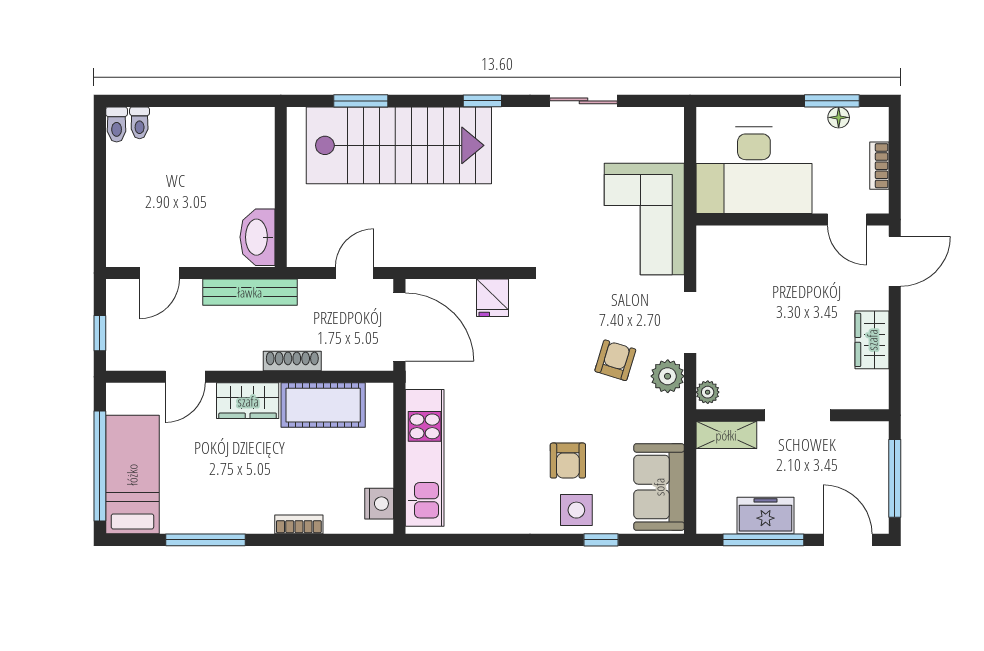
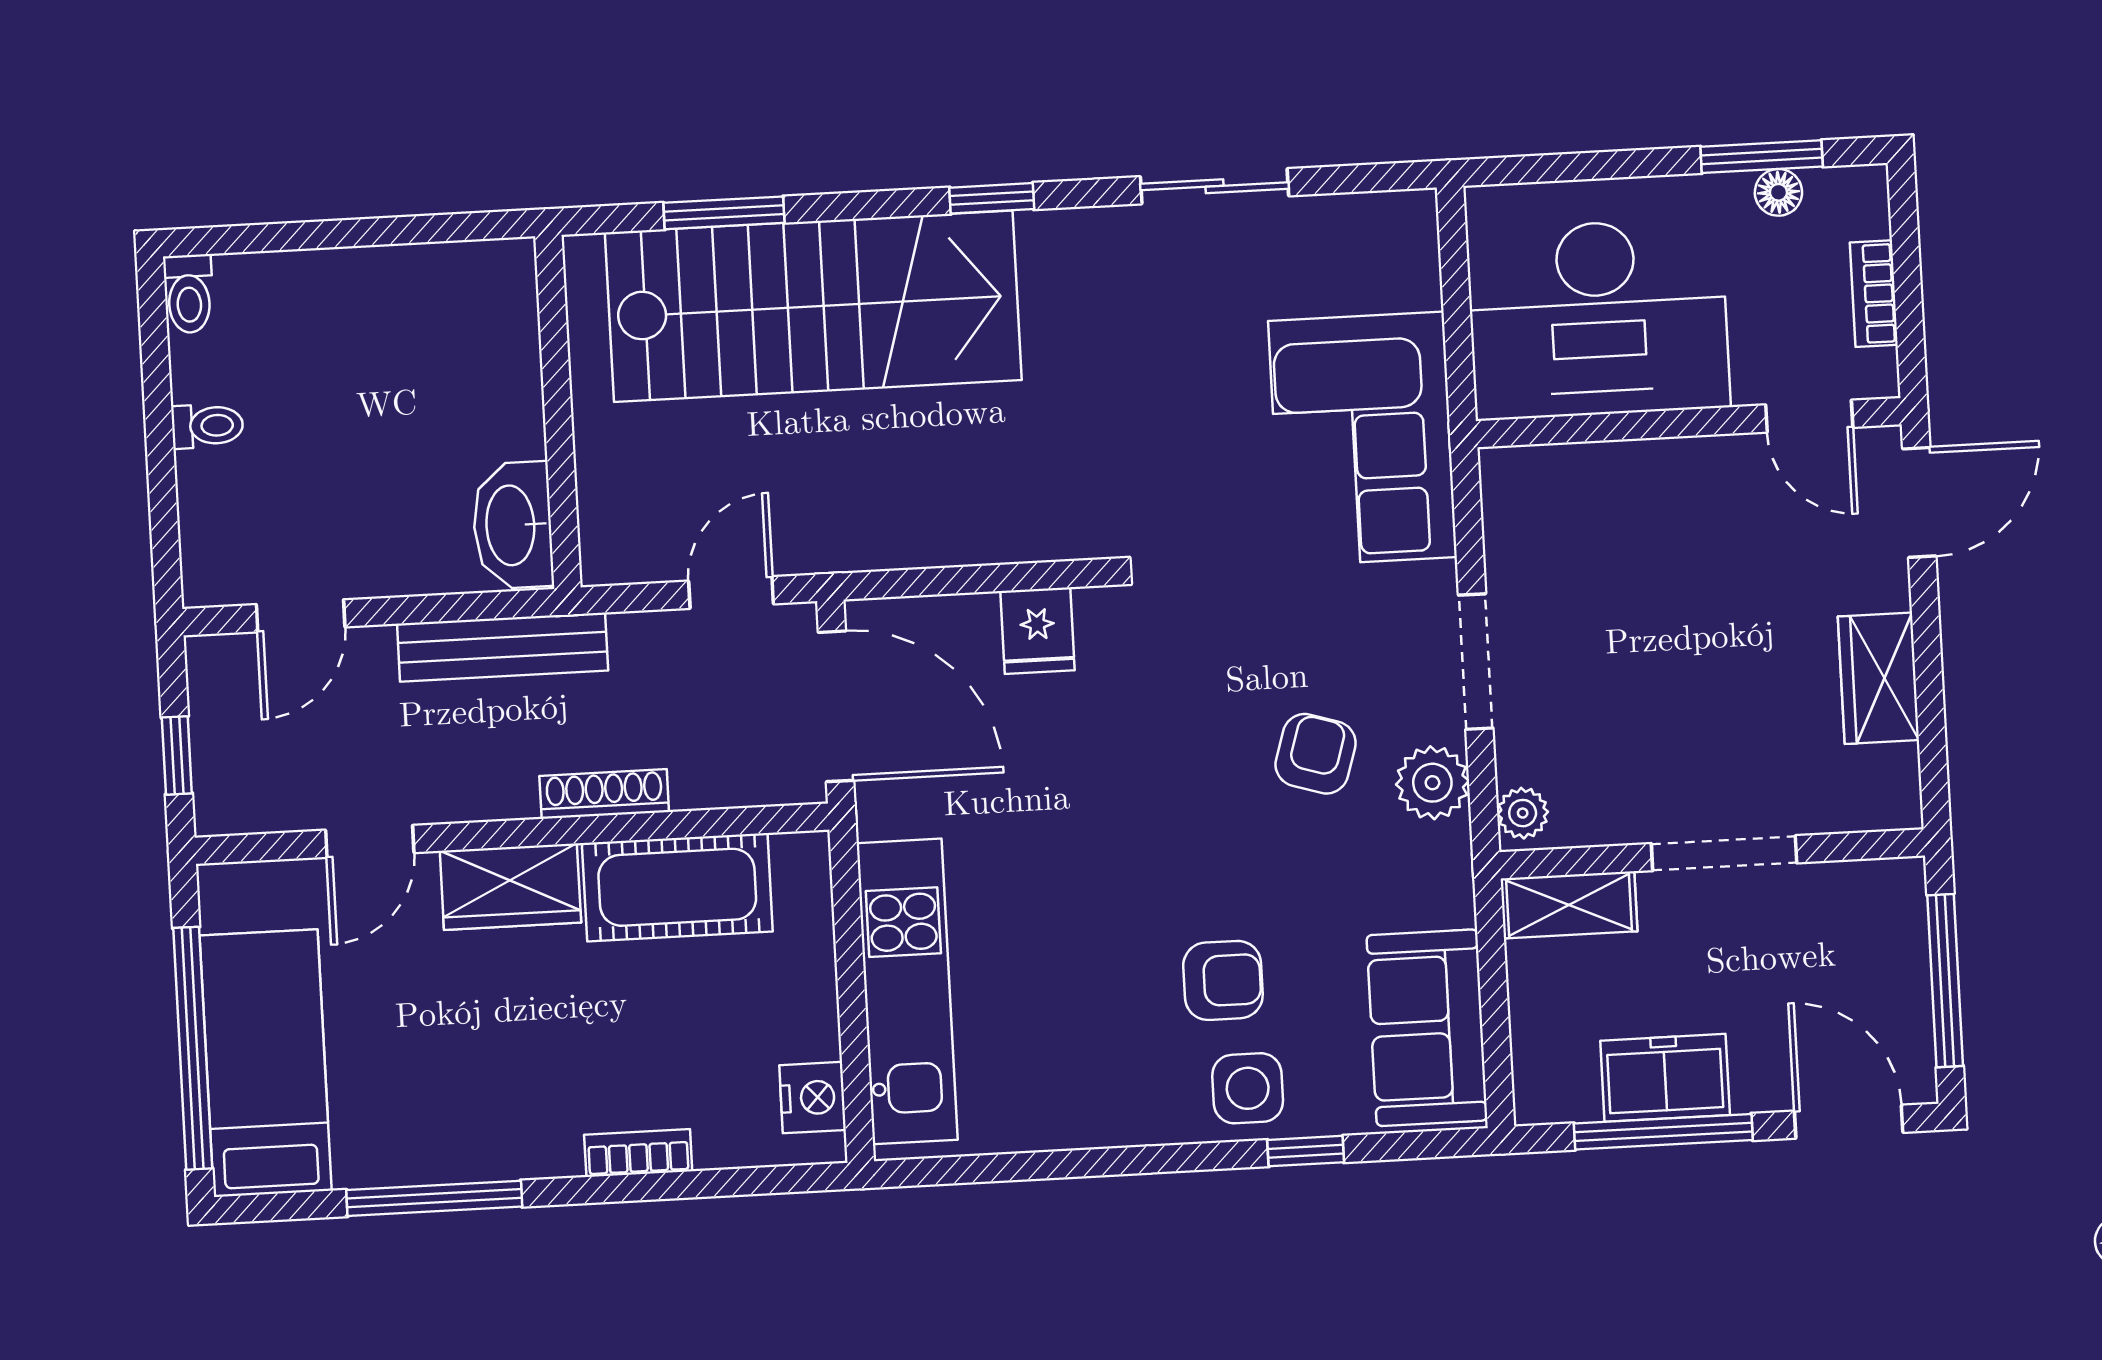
toilet: (140, 123) -> (207, 426), moved, turned -90
armchair: (568, 461) -> (1223, 980), turned -90

